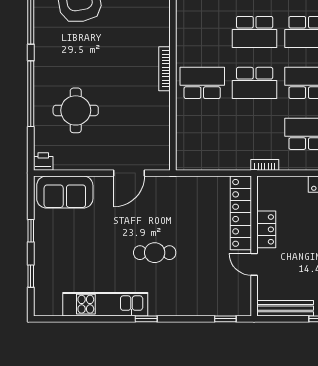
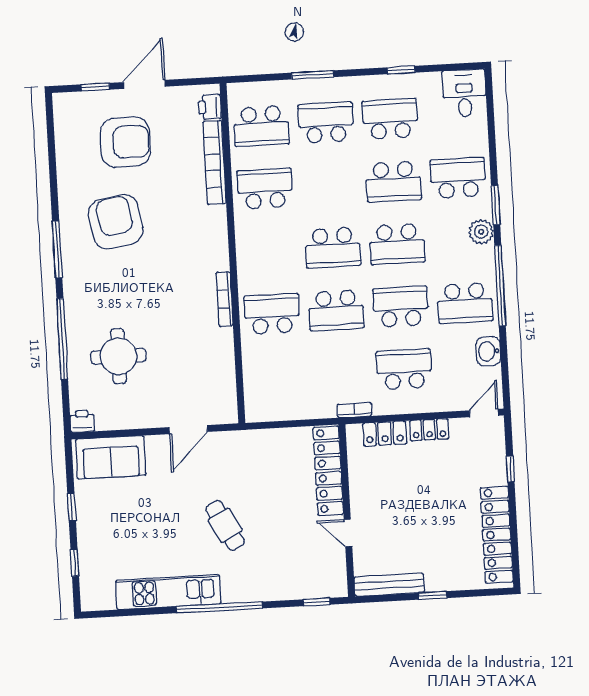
locker: (266, 229) -> (385, 434), moved, turned 90
cafe table: (155, 253) -> (225, 525), turned 62
window: (146, 319) -> (219, 607), width x3.17

